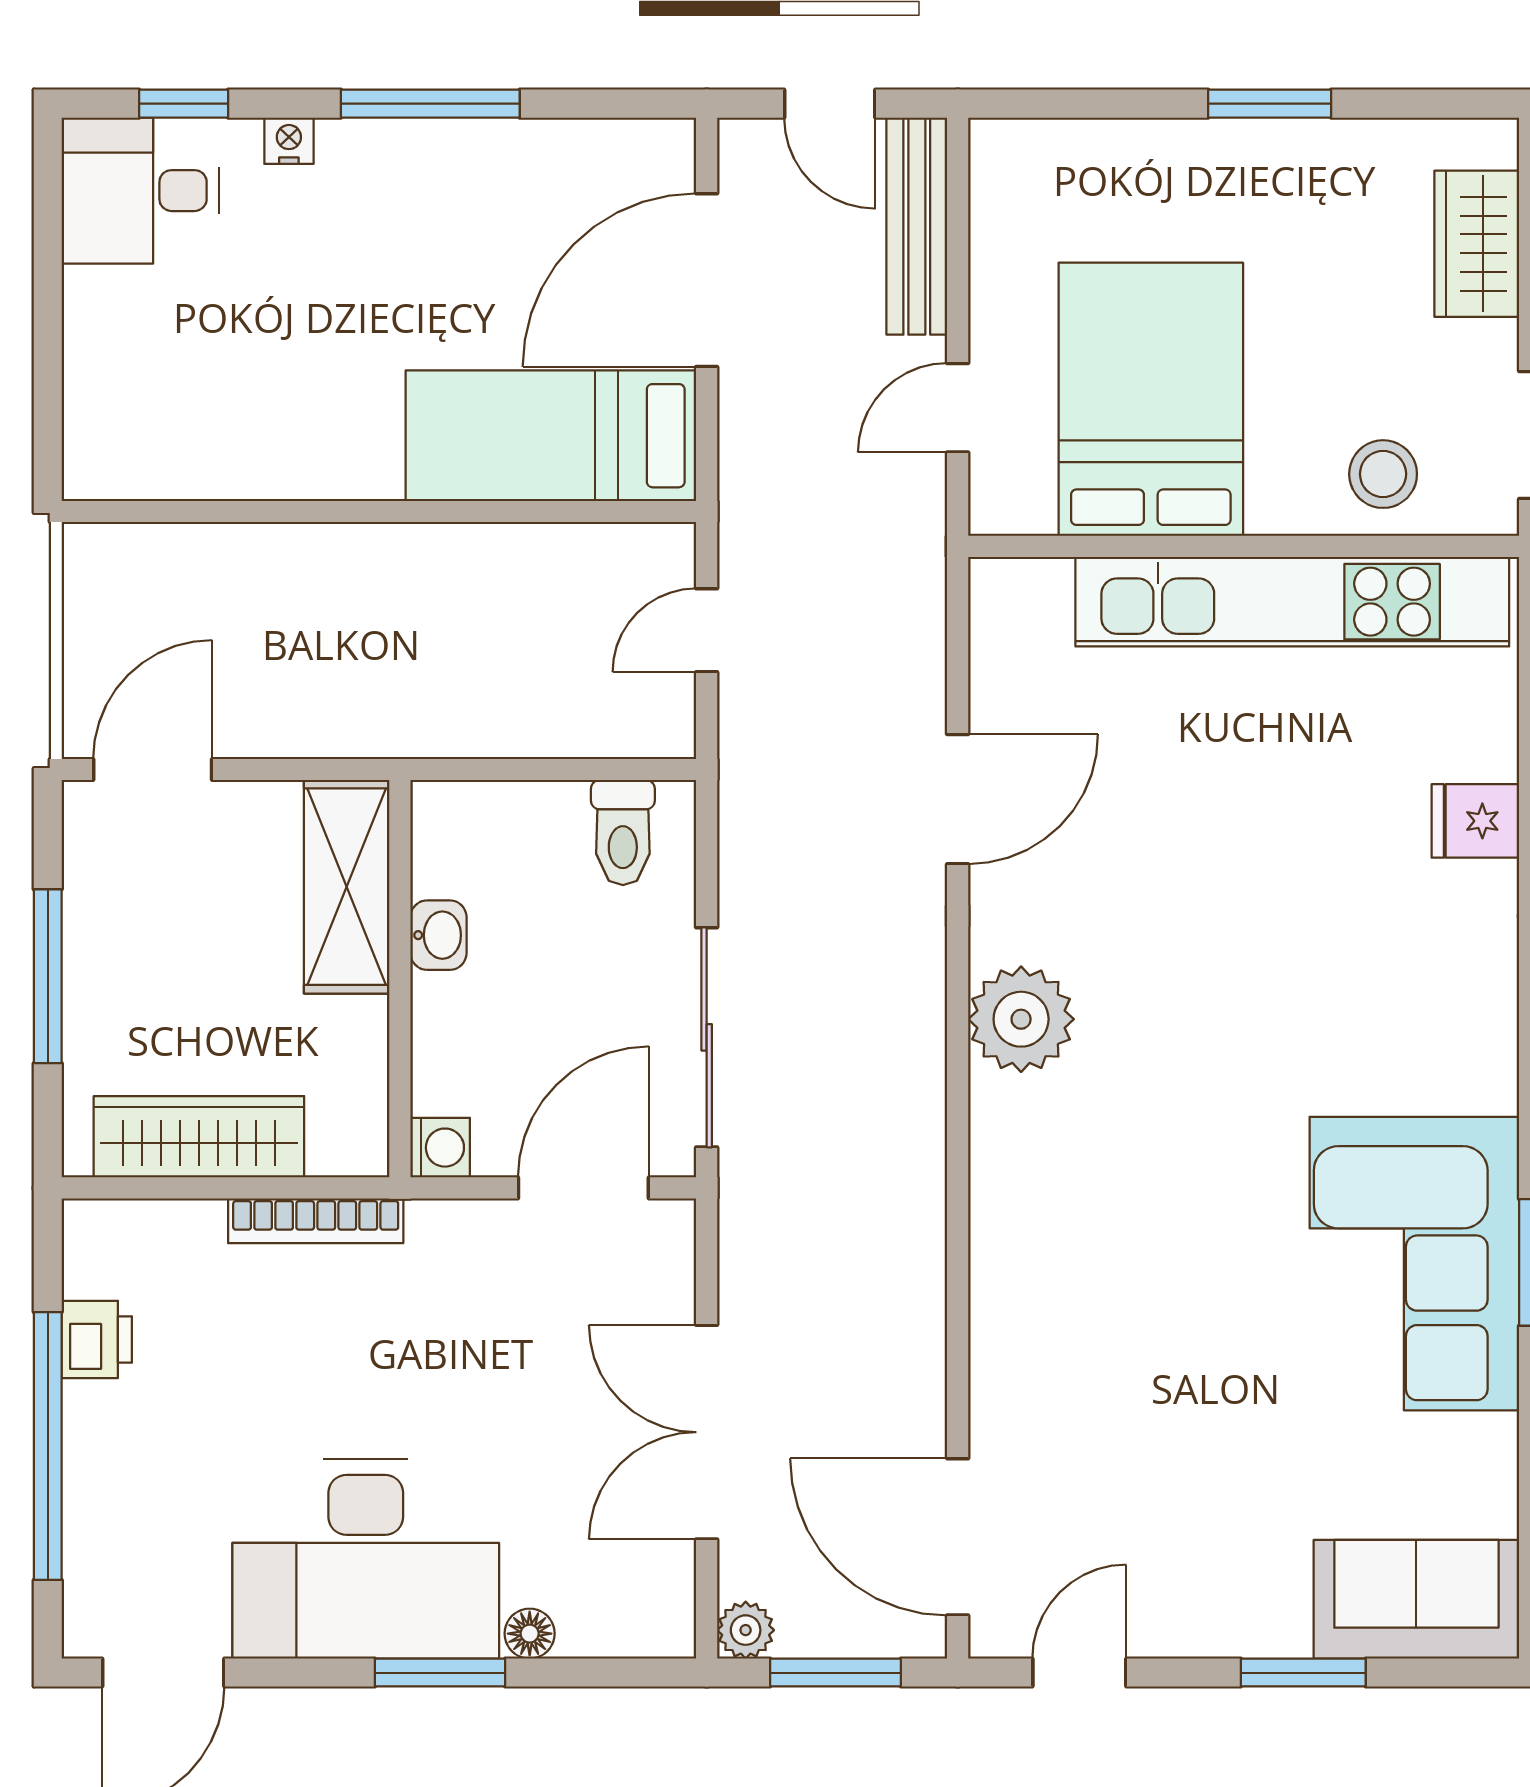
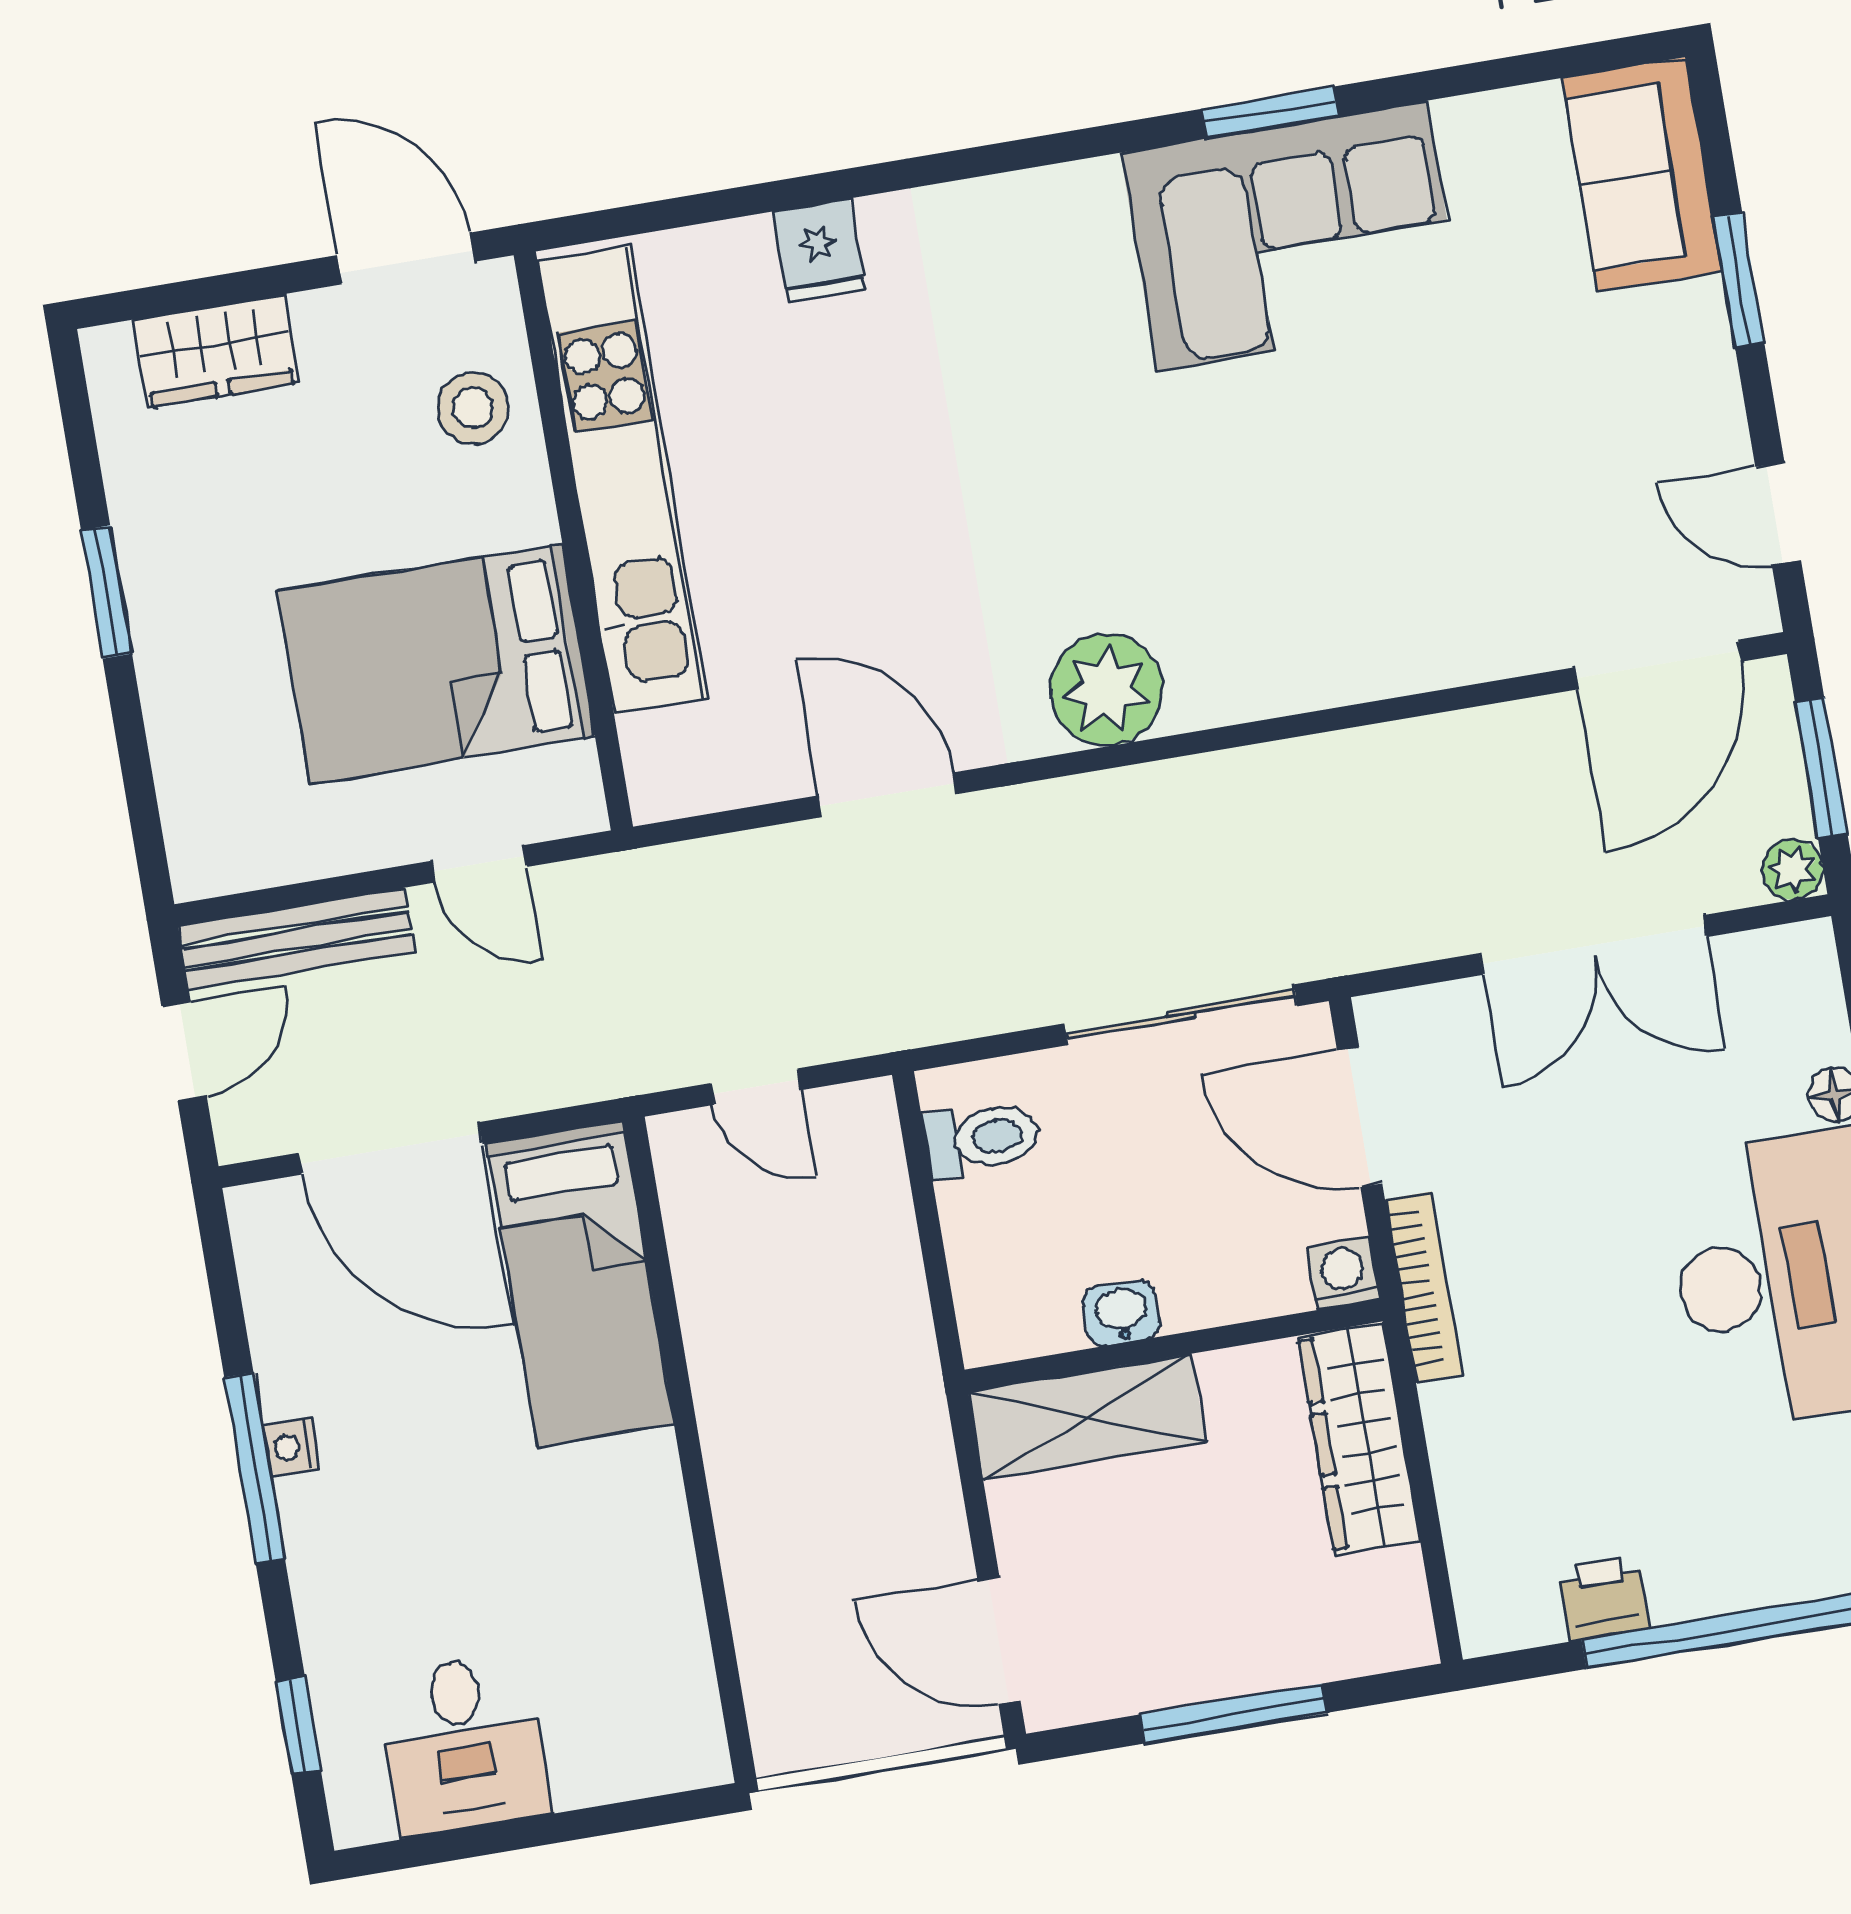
nightstand: (289, 141) -> (291, 1447), moved
desk: (140, 191) -> (464, 1744), moved
wardrobe: (199, 1137) -> (1359, 1438), moved
bookcase: (316, 1221) -> (1424, 1287), moved

